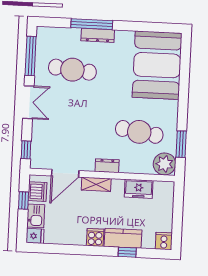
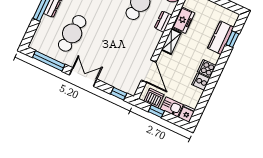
dresser: (107, 166) -> (163, 21), moved
shelving: (96, 184) -> (171, 41), moved
kitchen counter: (123, 238) -> (221, 38), moved
cooker: (164, 241) -> (201, 82), moved
window: (127, 252) -> (232, 39), moved

